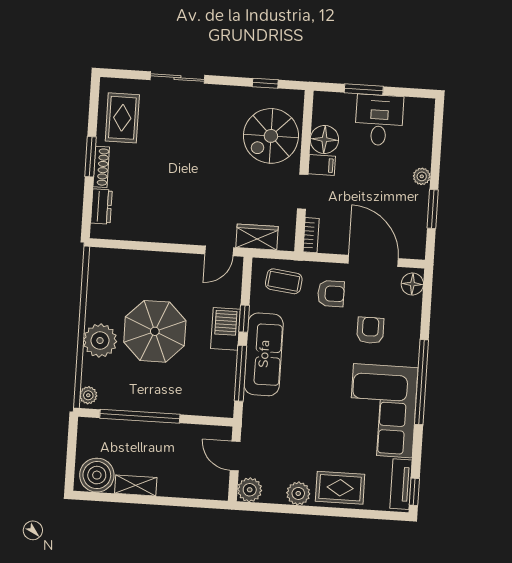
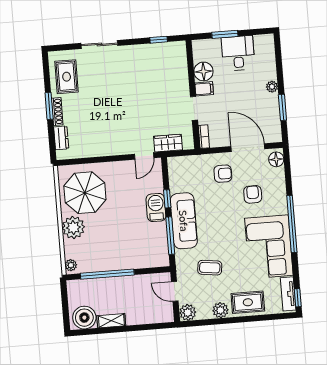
spiral stairs: (271, 136) -> (167, 74), removed
coffee table: (284, 281) -> (210, 268), moved
parasol: (155, 331) -> (85, 193), moved

